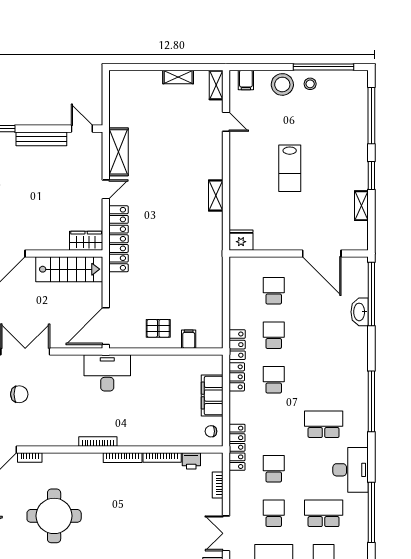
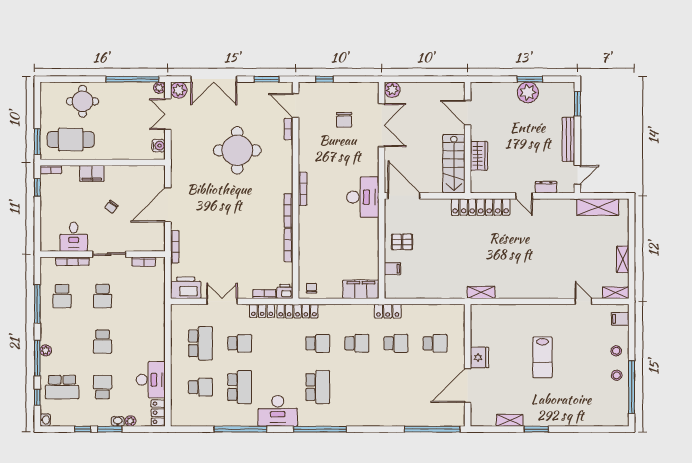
stool: (282, 84) -> (616, 351), width x0.53, depth x0.53
window: (371, 116) -> (589, 429), removed
door: (226, 122) -> (583, 301), swing flipped
shelving: (119, 152) -> (598, 207), moved
dresser: (96, 164) -> (546, 187), added
lab bench: (290, 168) -> (543, 357), turned -90
shelving: (216, 195) -> (481, 292), moved
fridge: (241, 240) -> (479, 358), moved
wardrobe: (86, 241) -> (479, 156), moved
washbasin: (360, 312) -> (416, 419), removed
pallet: (158, 328) -> (402, 242), turned 90
locker: (237, 377) -> (262, 311), moved
filing cabinet: (212, 396) -> (361, 289), moved
window: (371, 401) -> (320, 429), moved
printer: (191, 461) -> (285, 291), moved, turned 90
school desk: (274, 469) -> (318, 343), moved

